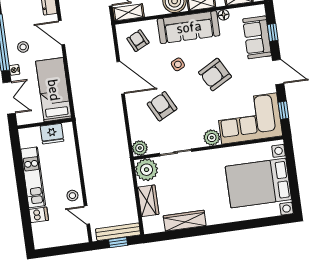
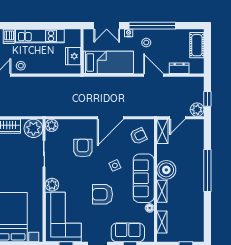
door: (61, 33) -> (153, 75), hinge flipped
armchair: (215, 74) -> (103, 194), turned -61
armchair: (162, 106) -> (83, 148), turned -63

